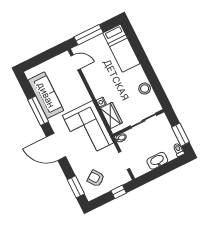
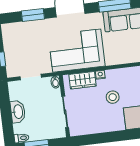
stool: (145, 89) -> (113, 97), moved
armchair: (96, 178) -> (22, 40), removed
window: (76, 187) -> (33, 15), moved

